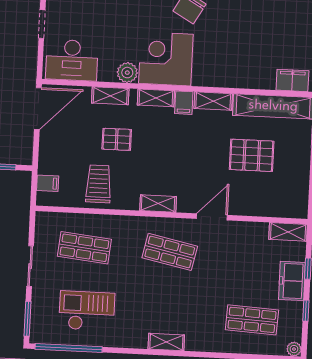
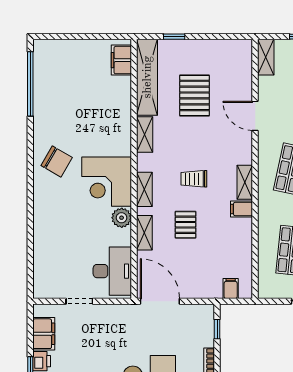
filing cabinet: (184, 103) -> (241, 209), moved, turned 180
trolley: (99, 184) -> (194, 179), moved, width x0.73, depth x0.72
door: (212, 217) -> (255, 116), moved

